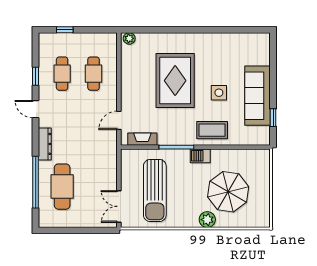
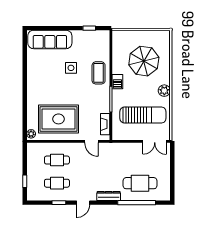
rug: (175, 81) -> (59, 119), moved
sofa: (258, 96) -> (50, 39), moved
plant: (207, 220) -> (164, 91), moved

